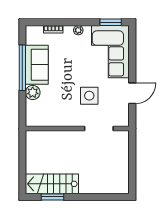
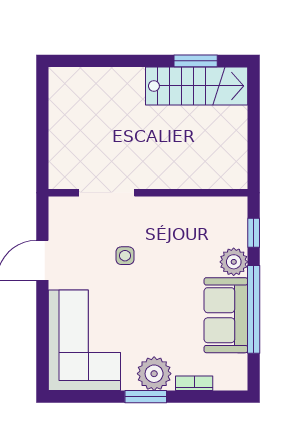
window: (111, 22) -> (146, 397), moved
plant: (78, 30) -> (154, 374), width x1.88, depth x1.88
side table: (89, 96) -> (125, 256), width x0.54, depth x0.54
window: (22, 108) -> (254, 233), added

